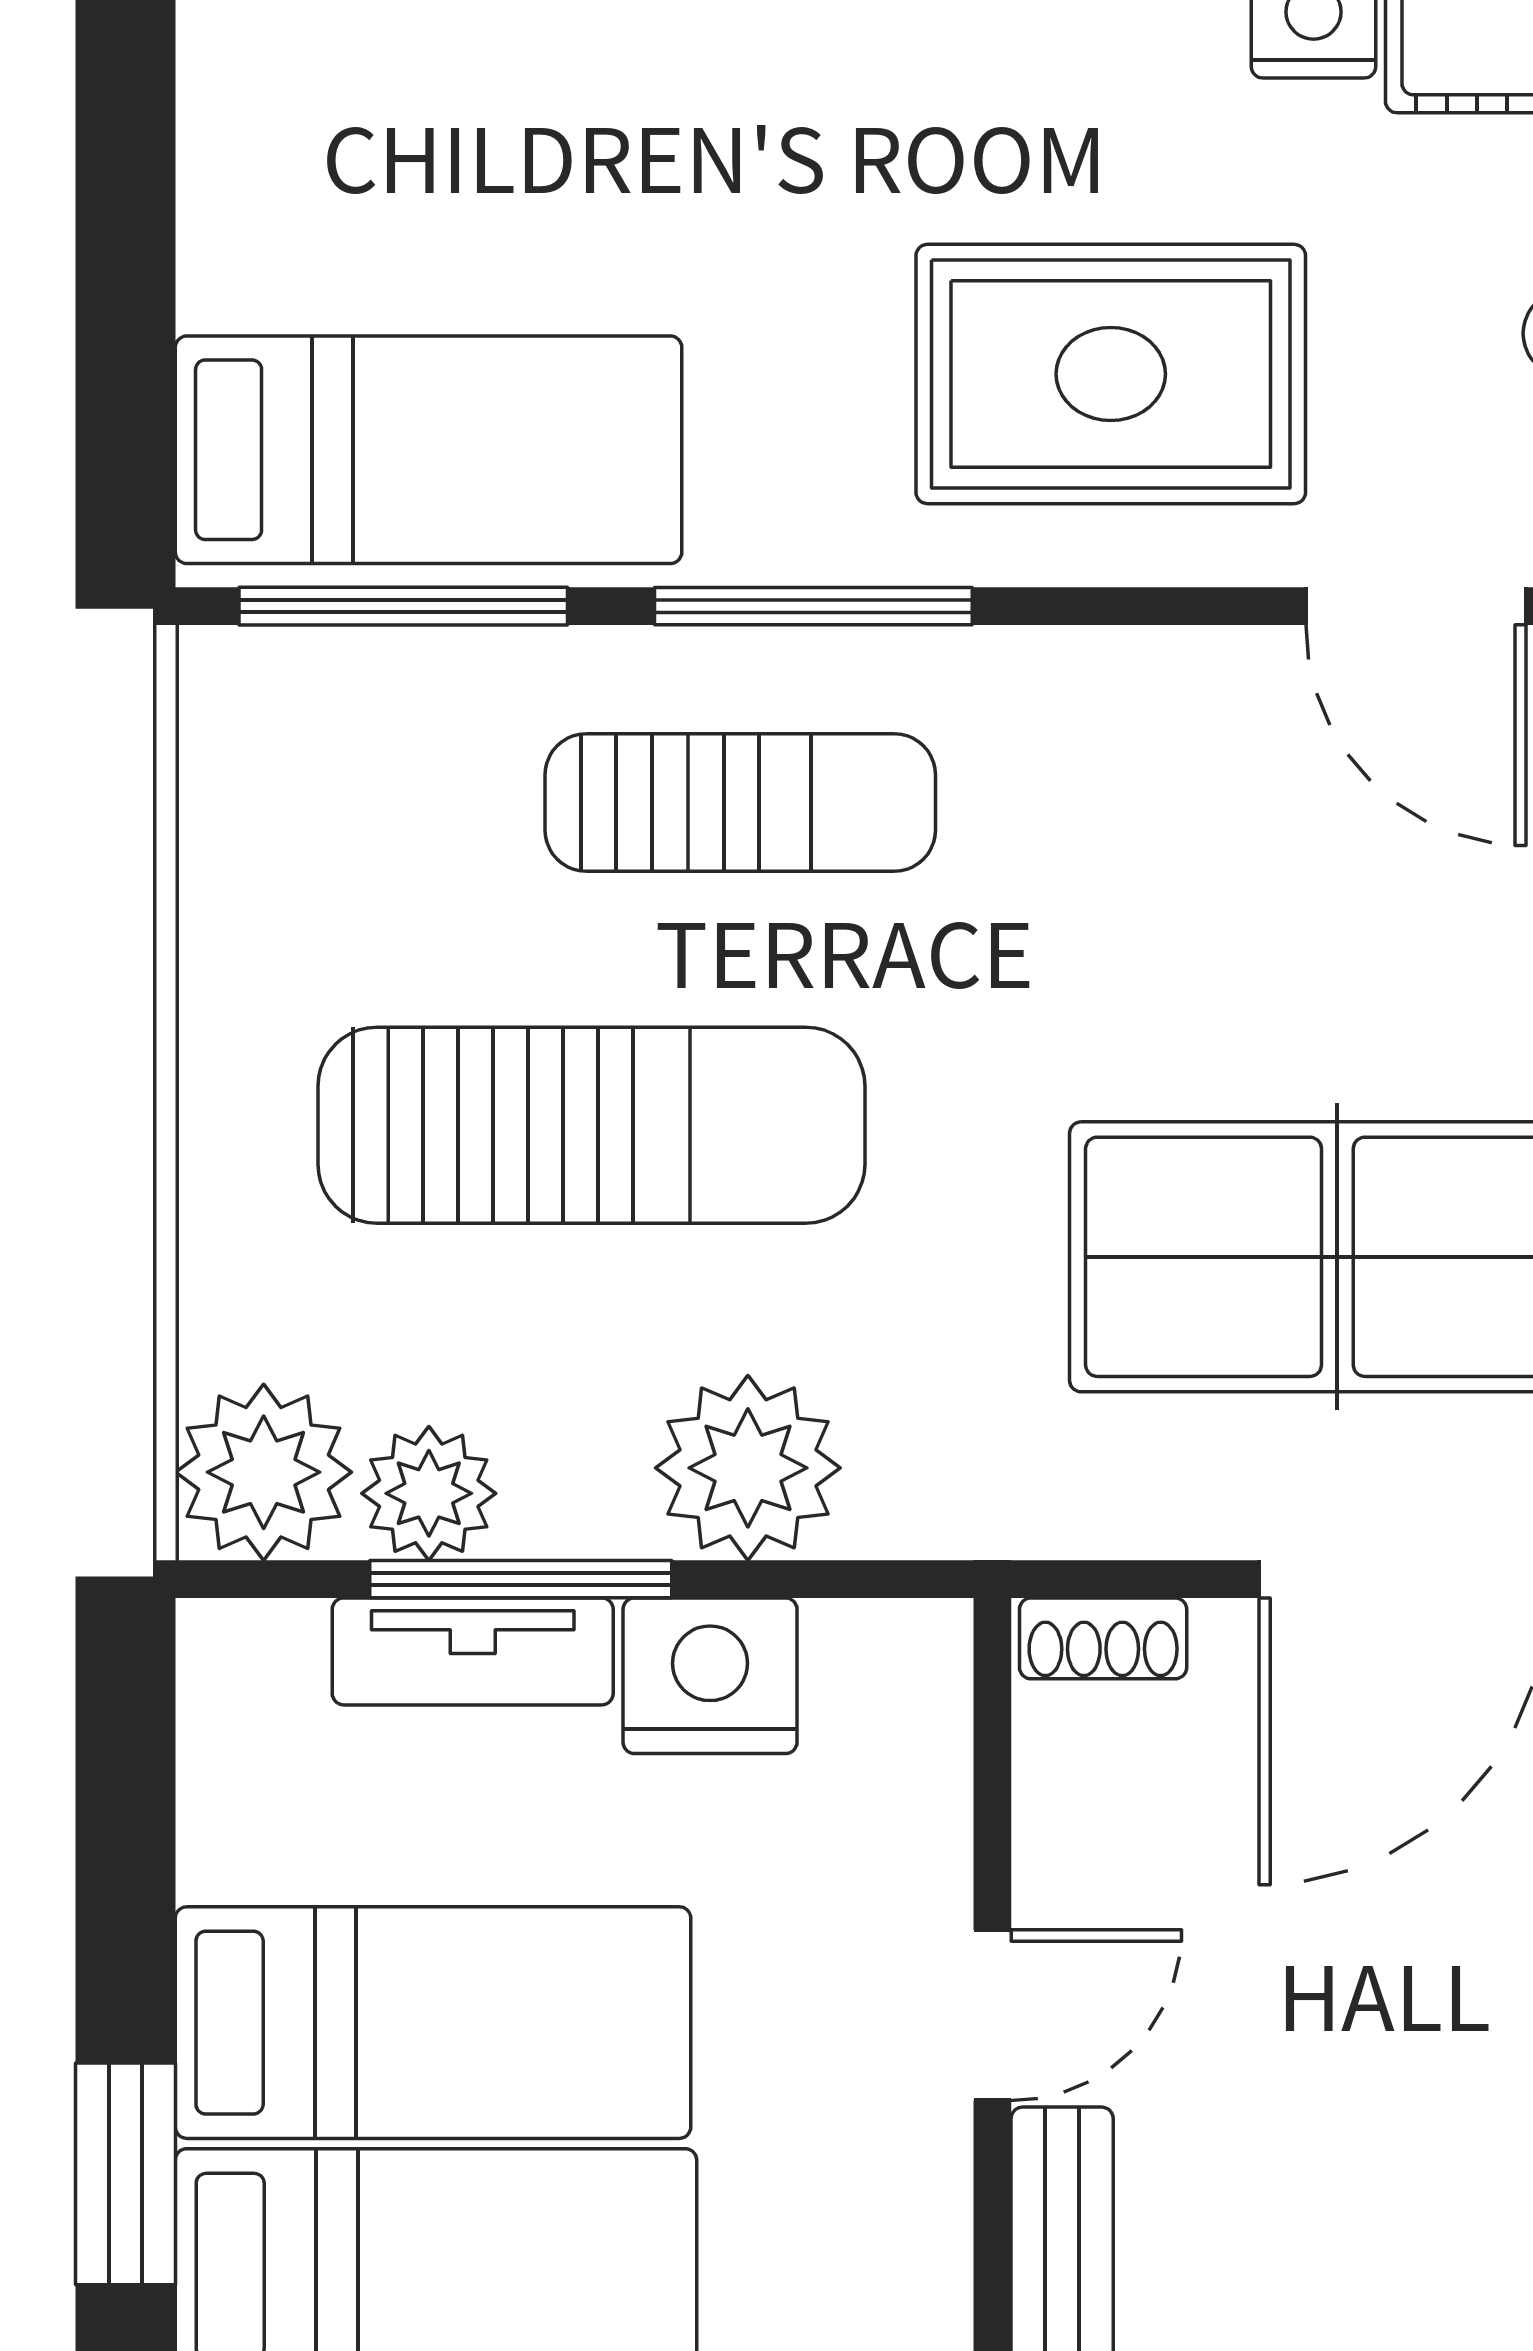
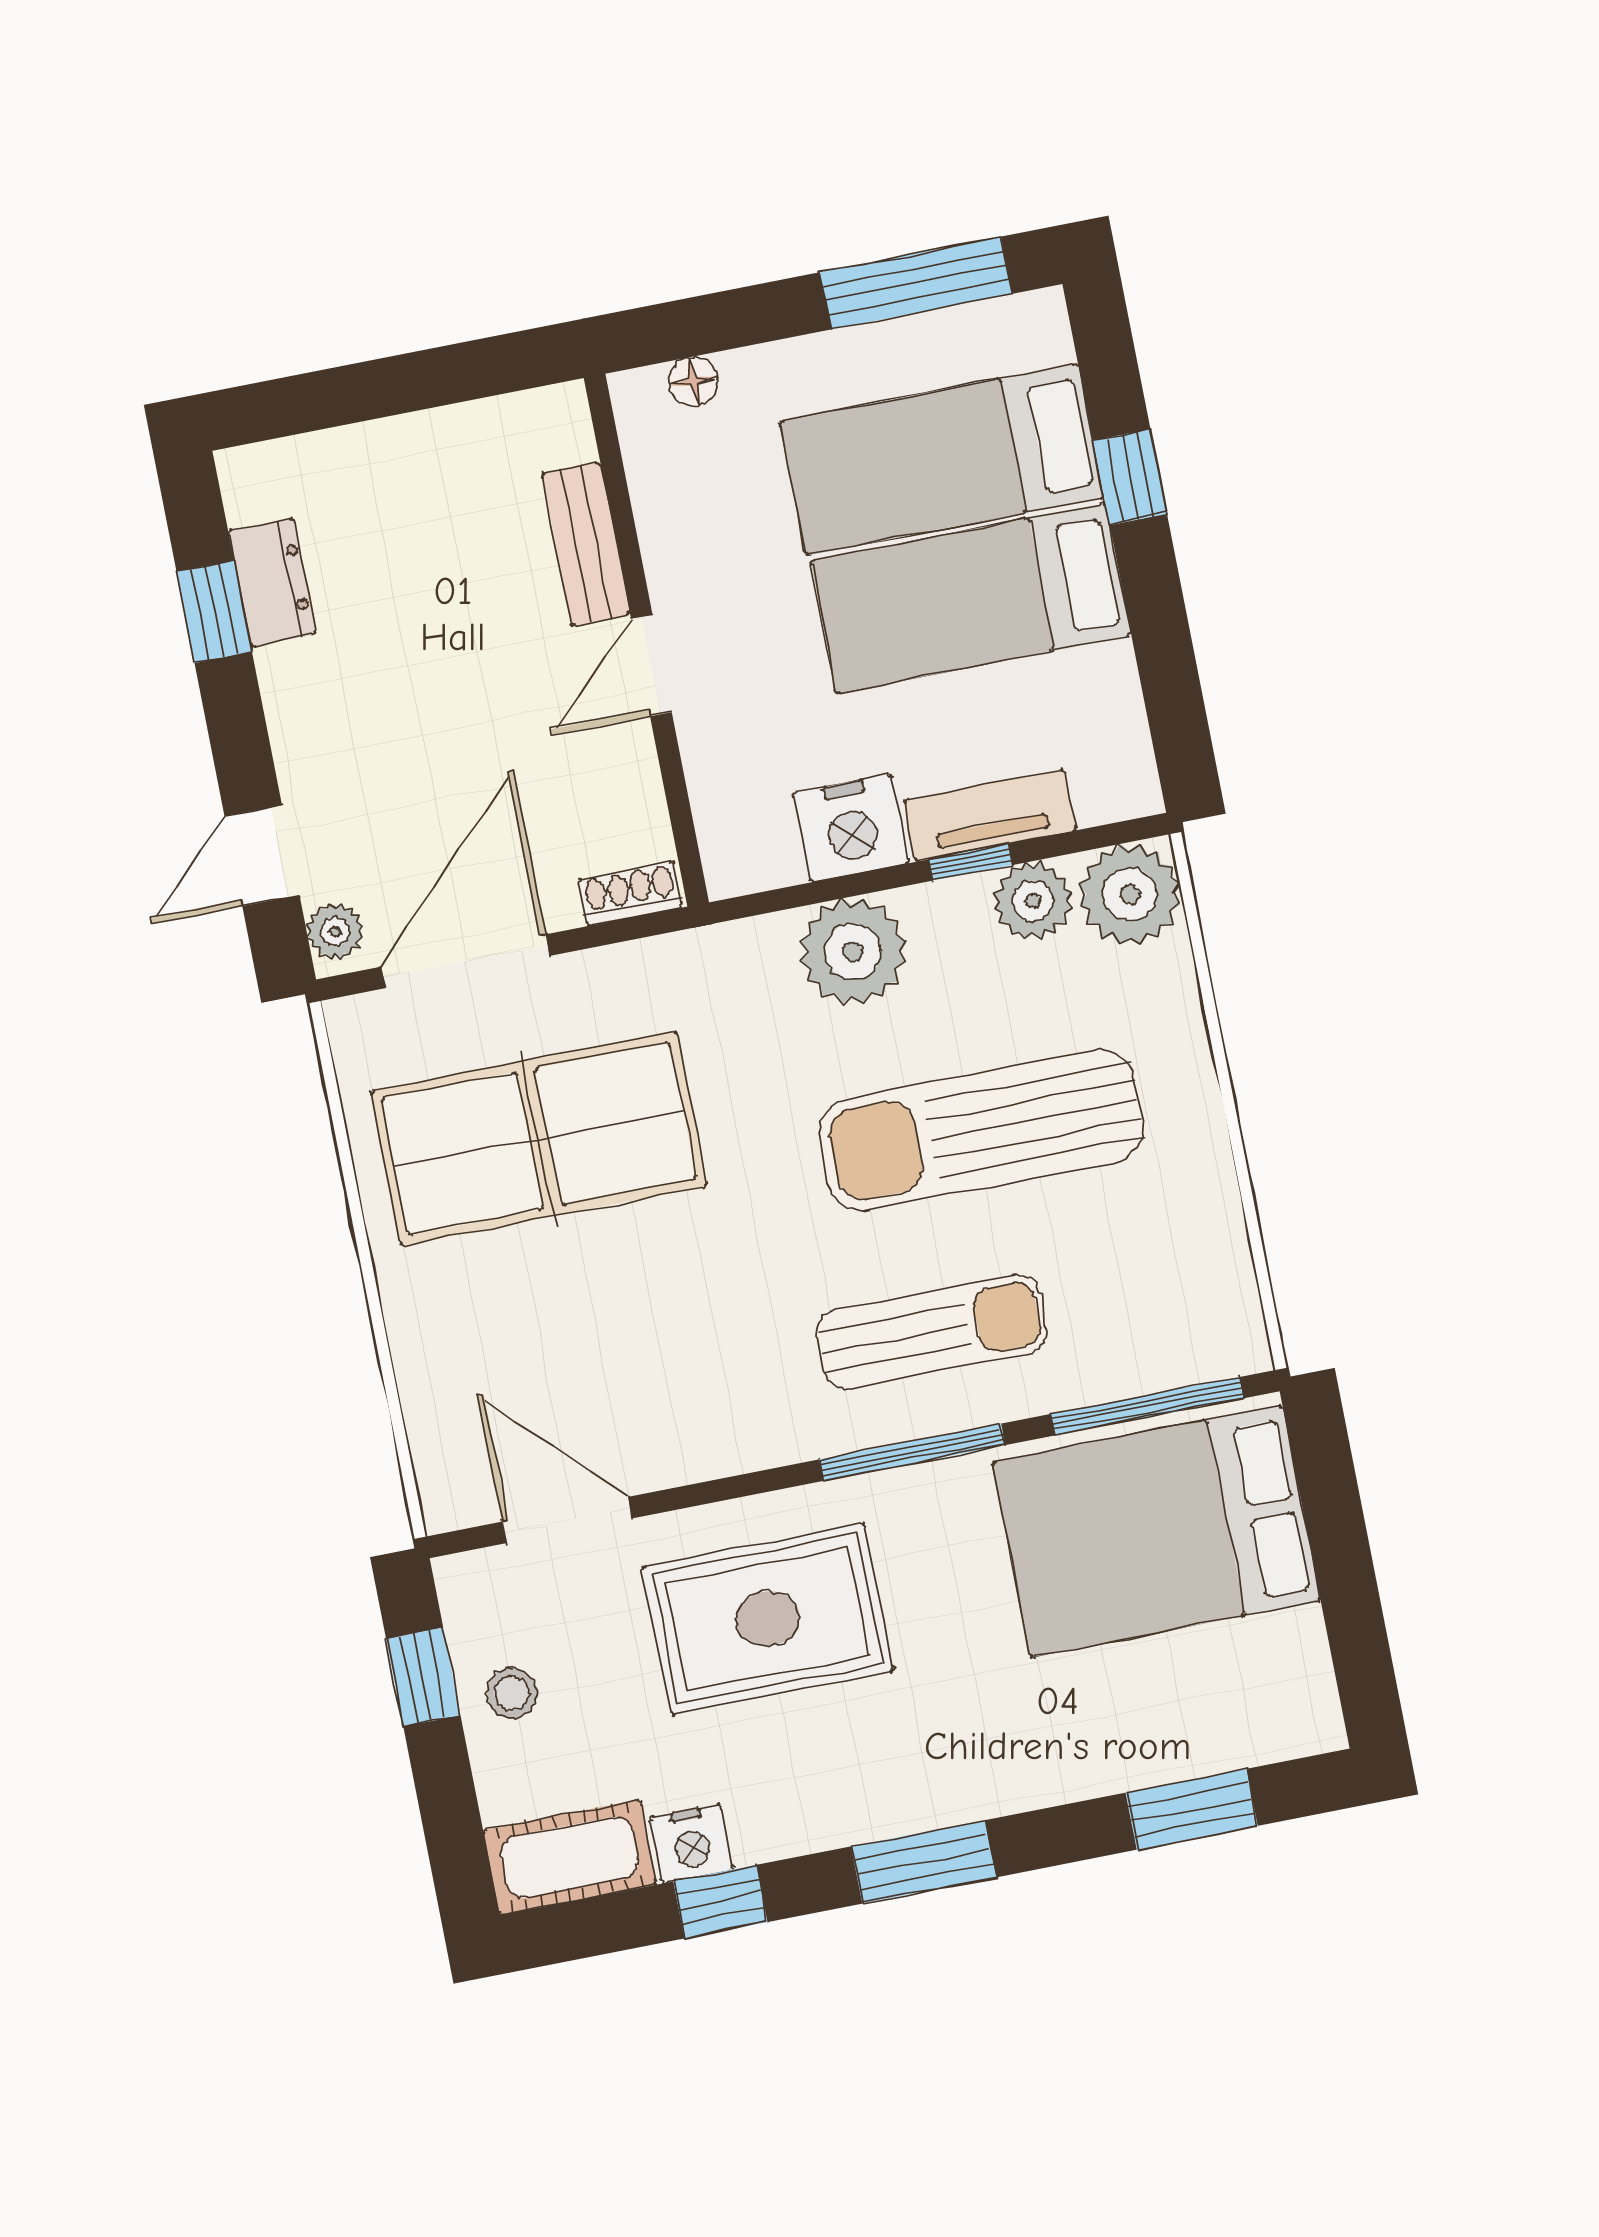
bed: (429, 450) -> (1157, 1531), width x1.50
sun lounger: (740, 802) -> (932, 1332), turned 180
window: (521, 1579) -> (970, 862), width x0.46
window: (126, 2174) -> (1130, 477), width x0.67

